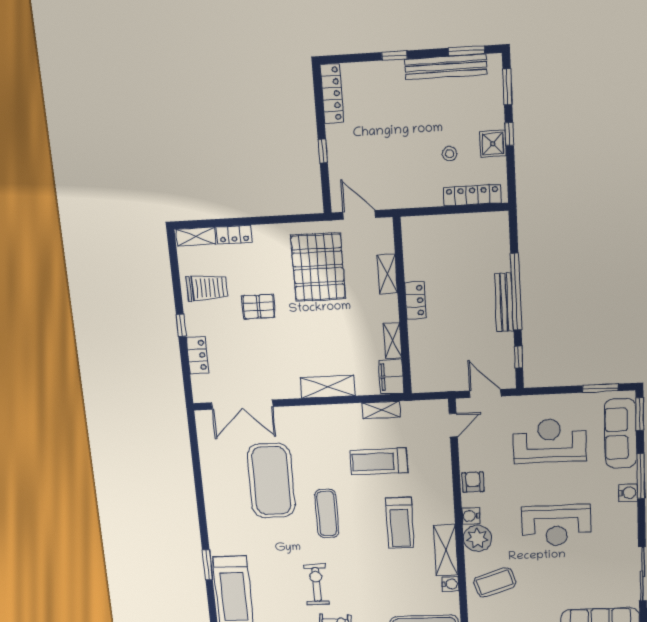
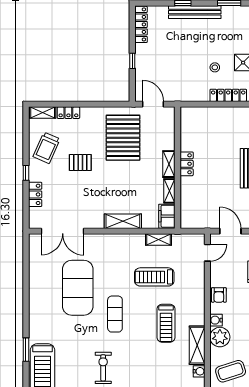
bench: (446, 67) -> (195, 12), moved
shelving: (387, 274) -> (169, 164), moved
trolley: (207, 288) -> (47, 148), turned 114
armchair: (473, 482) -> (219, 295), turned 180

